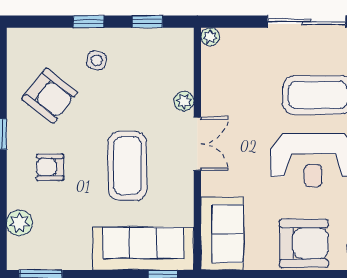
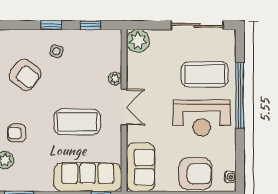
plant: (210, 37) -> (138, 41), width x1.88, depth x1.88
coffee table: (127, 166) -> (77, 122), turned 90
armchair: (50, 167) -> (17, 133), moved

